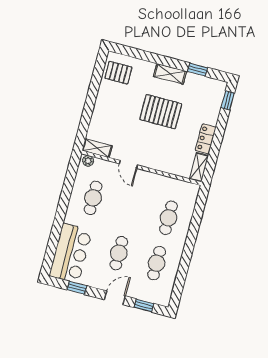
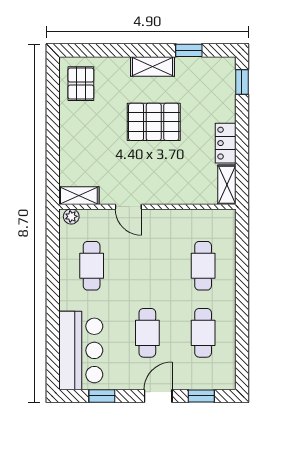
pallet: (118, 73) -> (81, 84), turned 90

